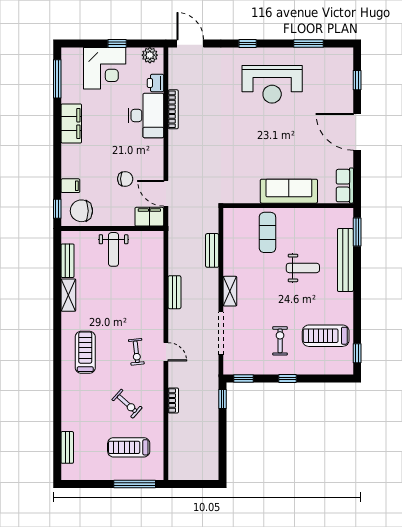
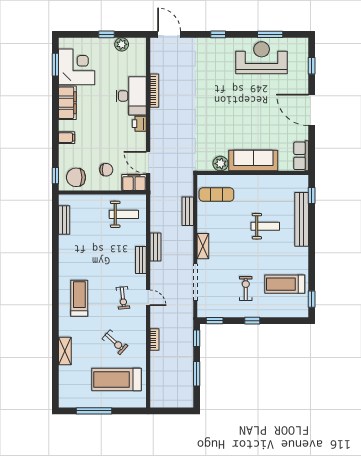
plant: (150, 55) -> (122, 44), moved
corner desk: (105, 68) -> (77, 67), moved, turned -90
window: (57, 79) -> (55, 65), width x0.69
printer: (155, 83) -> (139, 124), moved
reception desk: (272, 84) -> (262, 58), moved, turned 180
chair: (125, 179) -> (106, 170), moved
filing cabinet: (70, 186) -> (67, 138), moved
plant: (250, 195) -> (221, 164), added
exercise mat: (267, 232) -> (216, 195), moved, turned 90
window: (357, 232) -> (312, 196), width x0.67
weight bench: (114, 249) -> (124, 214), moved, turned -90
shelving: (68, 295) -> (65, 351), moved
window: (222, 440) -> (197, 374), added
bench: (67, 447) -> (141, 260), moved
treadmill: (129, 447) -> (116, 380), width x1.37, depth x1.38
window: (135, 484) -> (94, 411), moved

